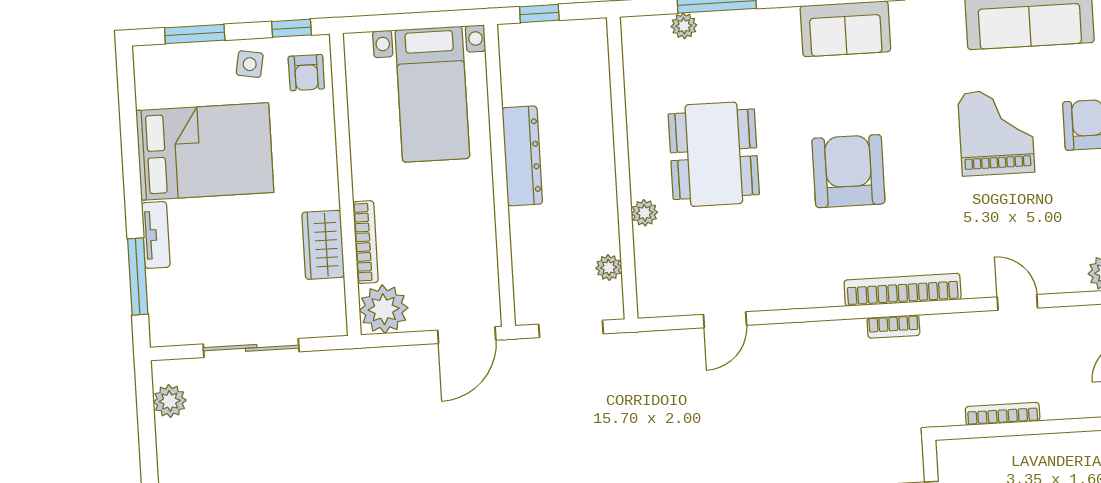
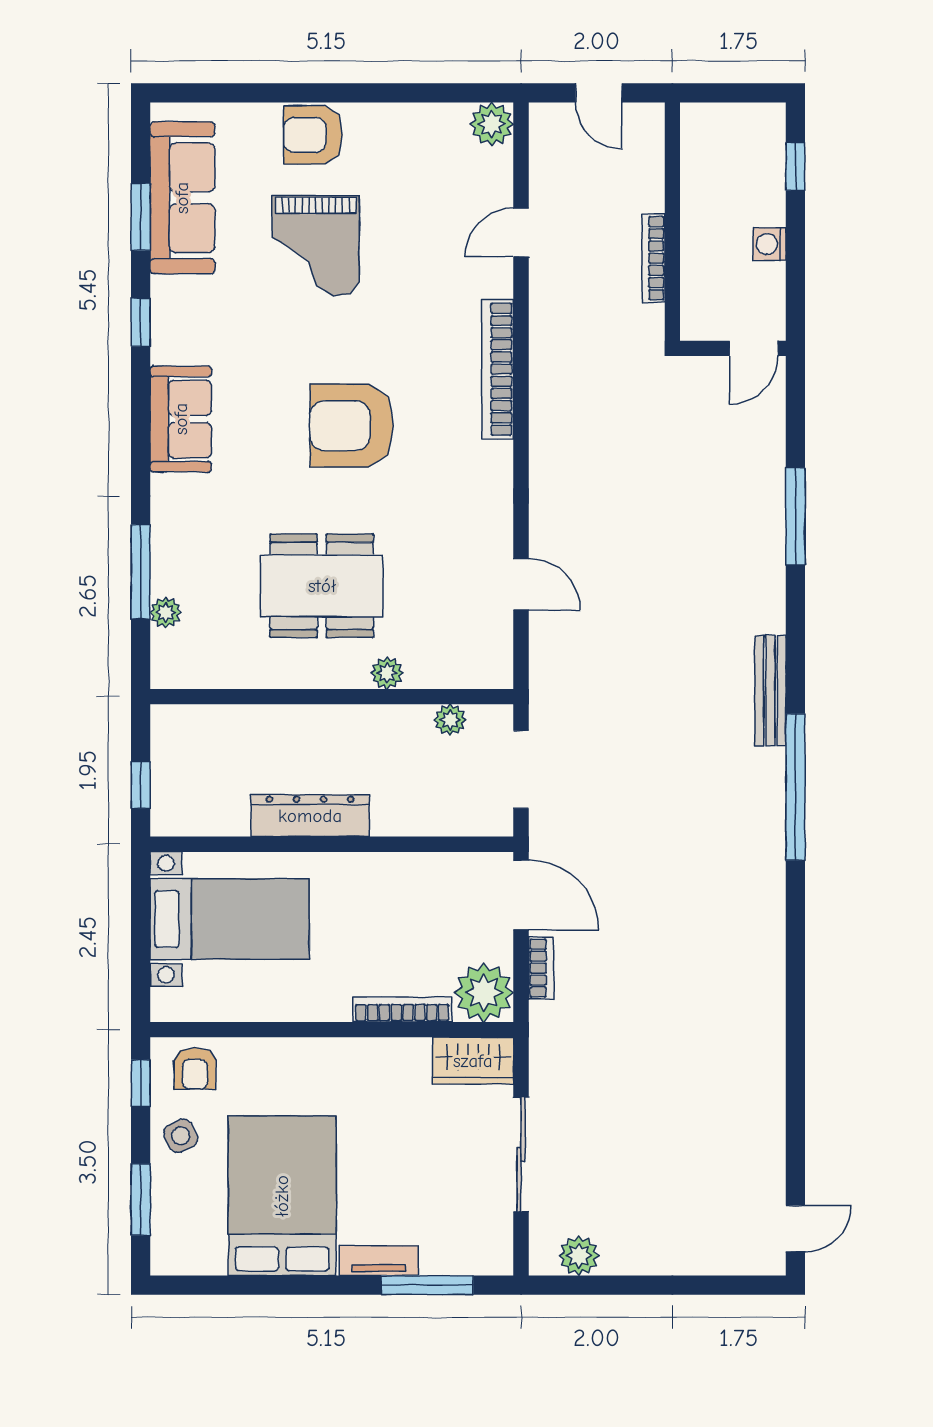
side table: (250, 64) -> (181, 1136), turned -36
armchair: (306, 73) -> (195, 1068), turned 90
grand piano: (996, 132) -> (316, 246), turned -90
wardrobe: (323, 245) -> (473, 1061), moved
bookcase: (893, 327) -> (541, 968), moved

